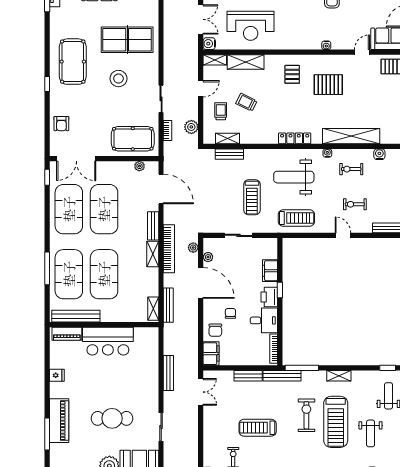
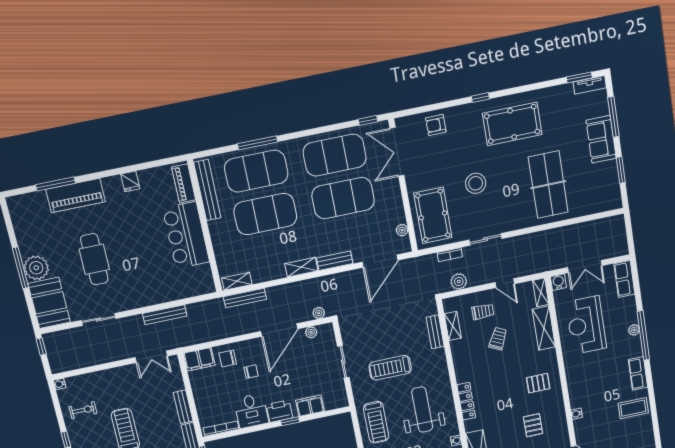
stool: (118, 79) -> (476, 183), moved
pallet: (328, 85) -> (533, 425), width x0.67, depth x0.71
bookcase: (169, 249) -> (312, 285), removed

